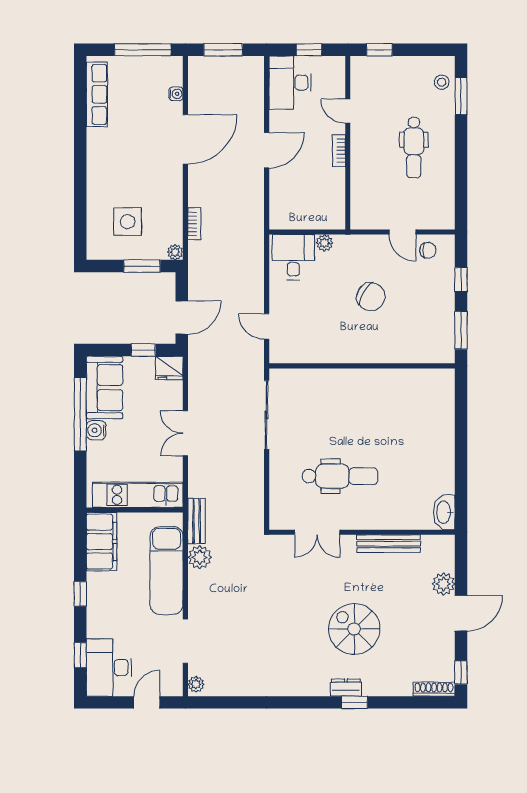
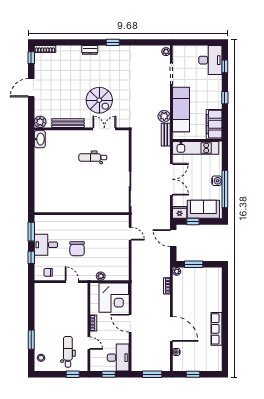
window: (143, 50) -> (193, 374), width x0.46
row of seats: (97, 94) -> (216, 329), moved
window: (461, 96) -> (31, 340), moved
door: (185, 139) -> (171, 329), swing flipped
dental chair: (414, 147) -> (68, 352), moved
door: (267, 150) -> (130, 323), hinge flipped
corner desk: (299, 201) -> (114, 298), added
side table: (128, 222) -> (201, 287), removed
door: (402, 232) -> (72, 282), moved
desk: (293, 257) -> (46, 245), moved, turned 90
chair: (371, 297) -> (77, 249), turned -121
door: (182, 317) -> (173, 238), hinge flipped
sofa: (105, 388) -> (203, 209), moved, turned 90
double door: (185, 433) -> (171, 179), width x1.37
dental chair: (340, 476) -> (93, 157), width x0.73, depth x0.72
plant: (444, 584) -> (40, 122), moved
spiral stairs: (354, 629) -> (99, 100), moved
door: (147, 702) -> (191, 42), removed
window: (354, 702) -> (113, 42), moved

